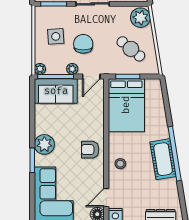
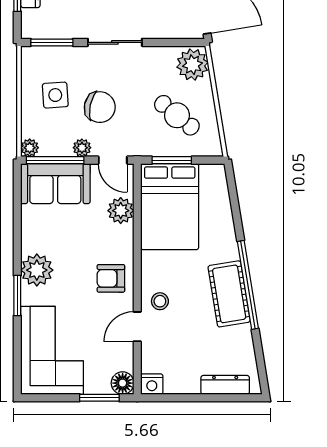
chair: (83, 44) -> (100, 107), turned 102
door: (91, 77) -> (113, 160), hinge flipped
plant: (96, 108) -> (121, 211), added
door: (106, 198) -> (137, 327), moved

